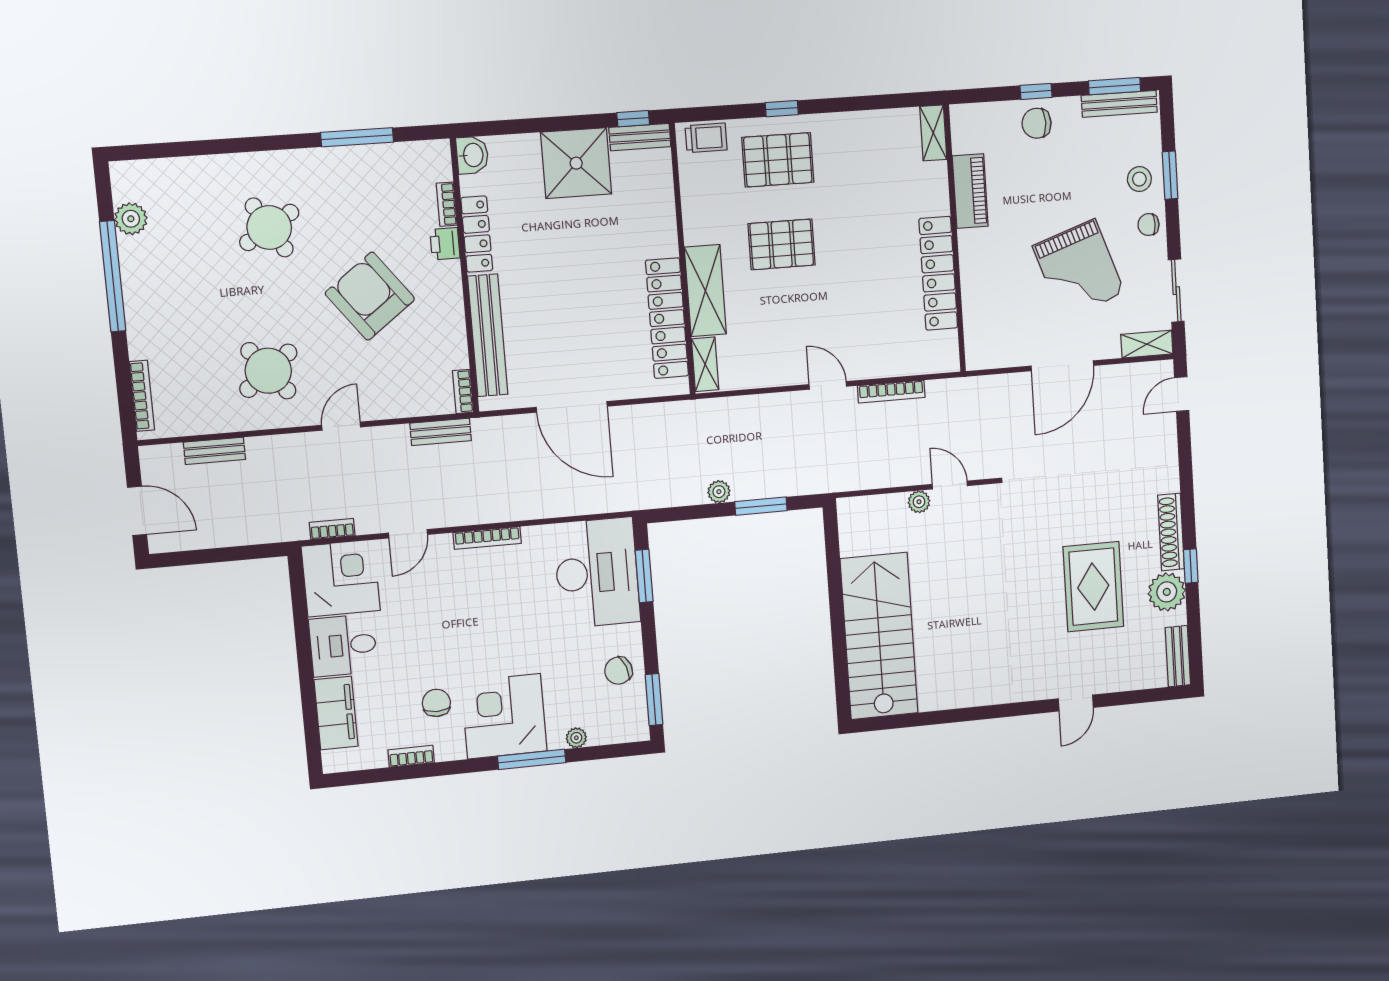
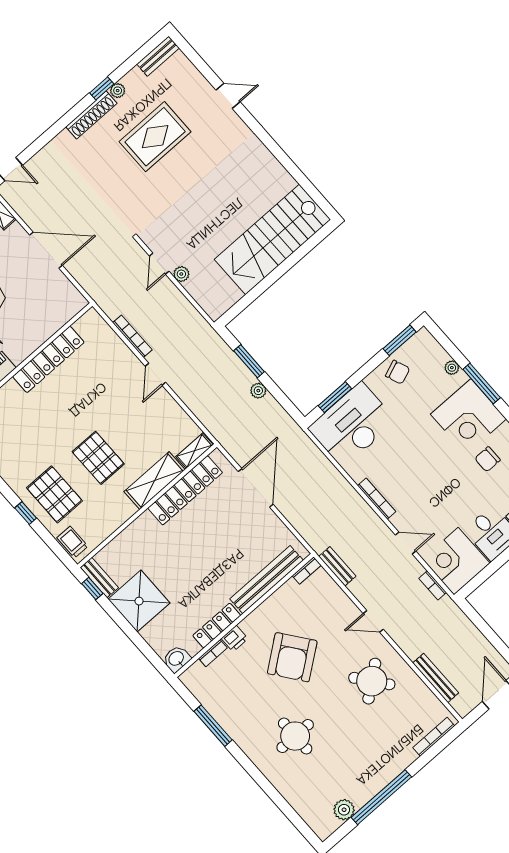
round table: (269, 227) -> (295, 736), turned 31
door: (572, 407) -> (256, 488), moved
bench: (214, 451) -> (436, 678), width x1.36
plant: (1167, 592) -> (118, 91), width x0.53, depth x0.53

